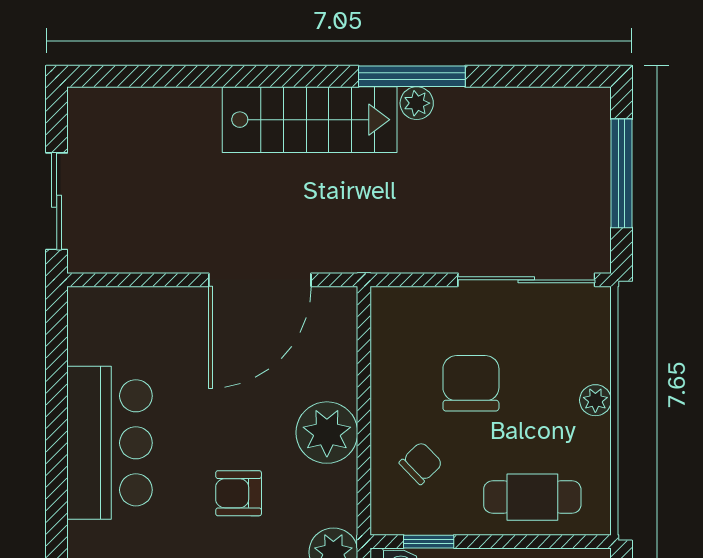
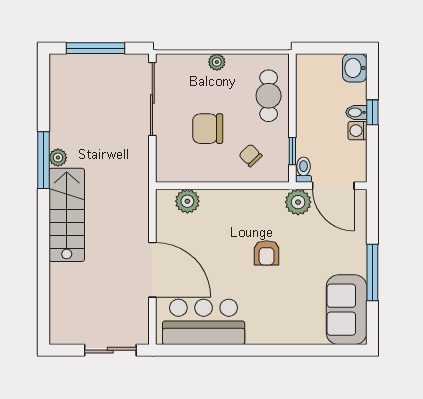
door: (260, 280) -> (152, 270), moved
plant: (327, 433) -> (187, 201), moved, width x0.73, depth x0.73
bar counter: (110, 443) -> (204, 322), moved

